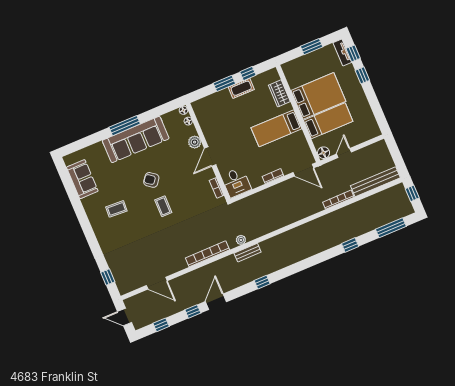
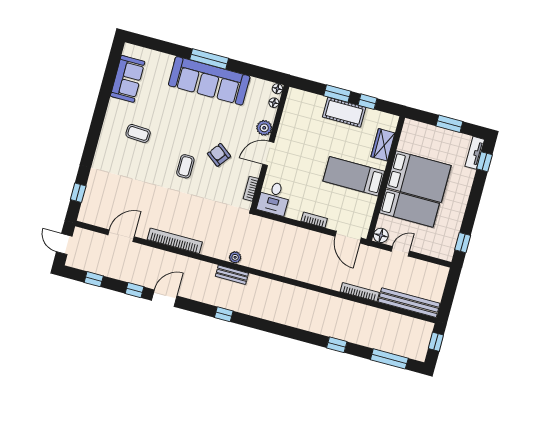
window: (362, 75) -> (463, 243), moved
cot: (241, 88) -> (344, 112), width x1.37, depth x1.34
armchair: (151, 180) -> (219, 155), moved
bookcase: (207, 254) -> (175, 241), moved
door: (157, 283) -> (121, 236), swing flipped

